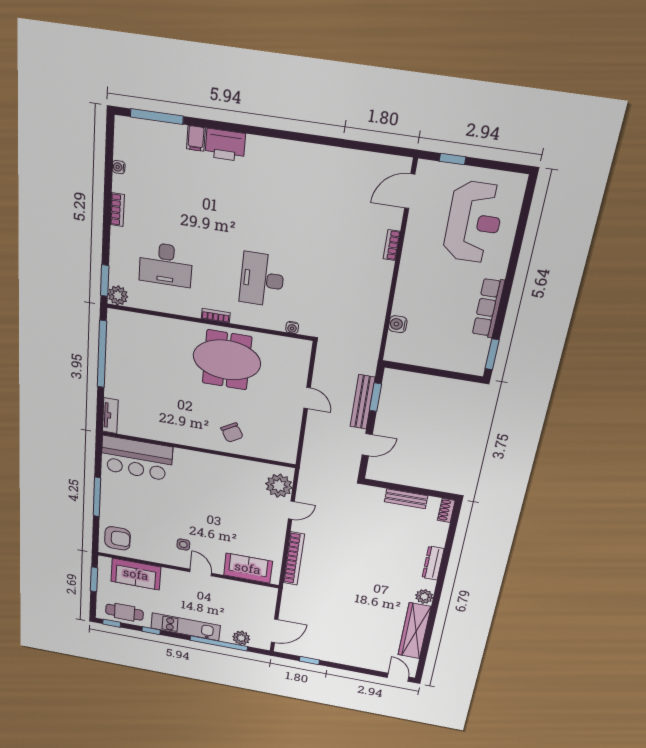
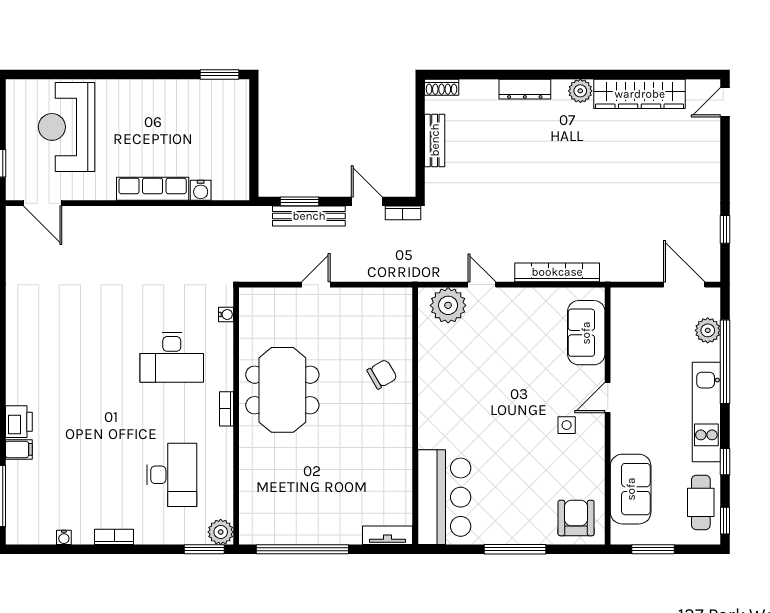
printer: (225, 145) -> (19, 422), width x0.73, depth x0.84
reception desk: (474, 222) -> (67, 127), turned -90
bookcase: (392, 245) -> (403, 213), moved
row of seats: (488, 308) -> (153, 189), moved, turned 180

